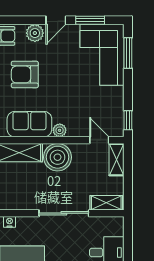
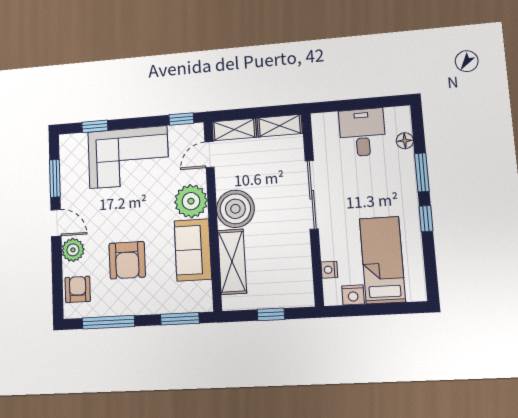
window: (128, 53) -> (95, 126), width x0.67
corner sofa: (102, 55) -> (128, 157), moved
plant: (60, 130) -> (191, 201), width x1.87, depth x1.87
shelving: (106, 203) -> (280, 126), moved, turned 90

